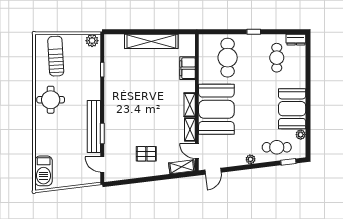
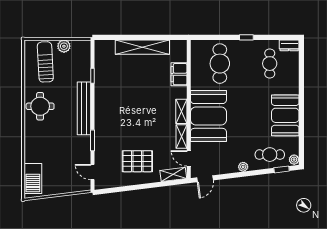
plant: (92, 41) -> (64, 46), moved
bench: (94, 127) -> (84, 108), moved
plant: (301, 135) -> (294, 160), moved
pallet: (146, 154) -> (137, 161), width x1.50, depth x1.42

